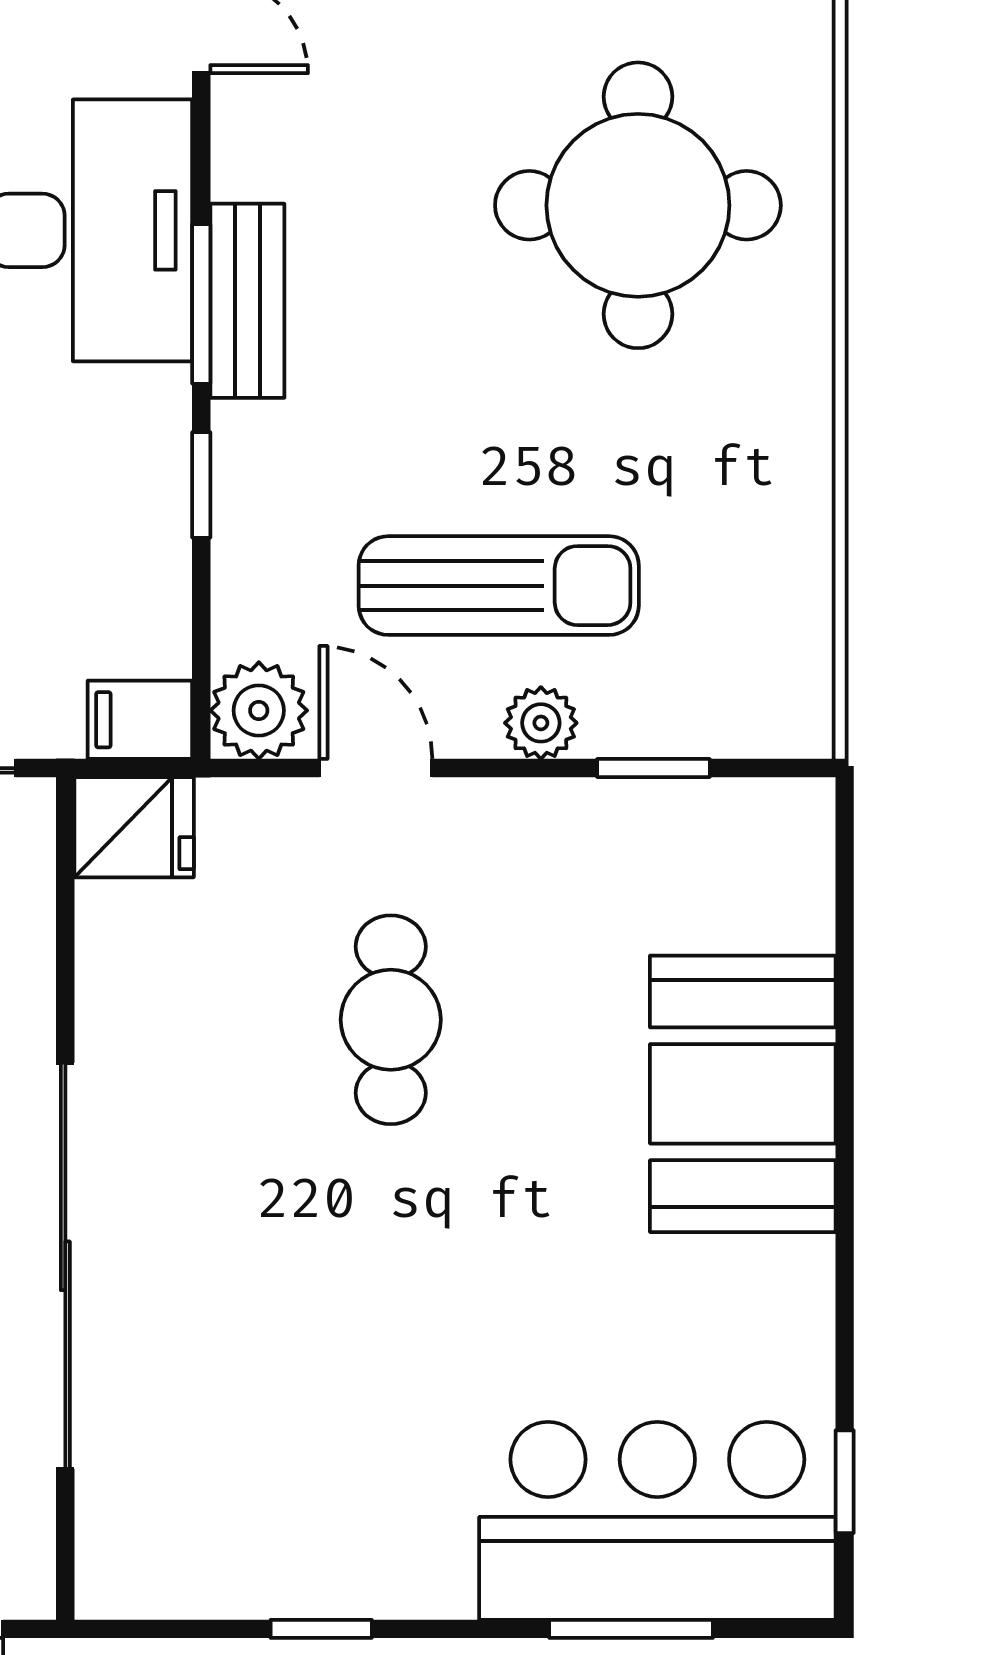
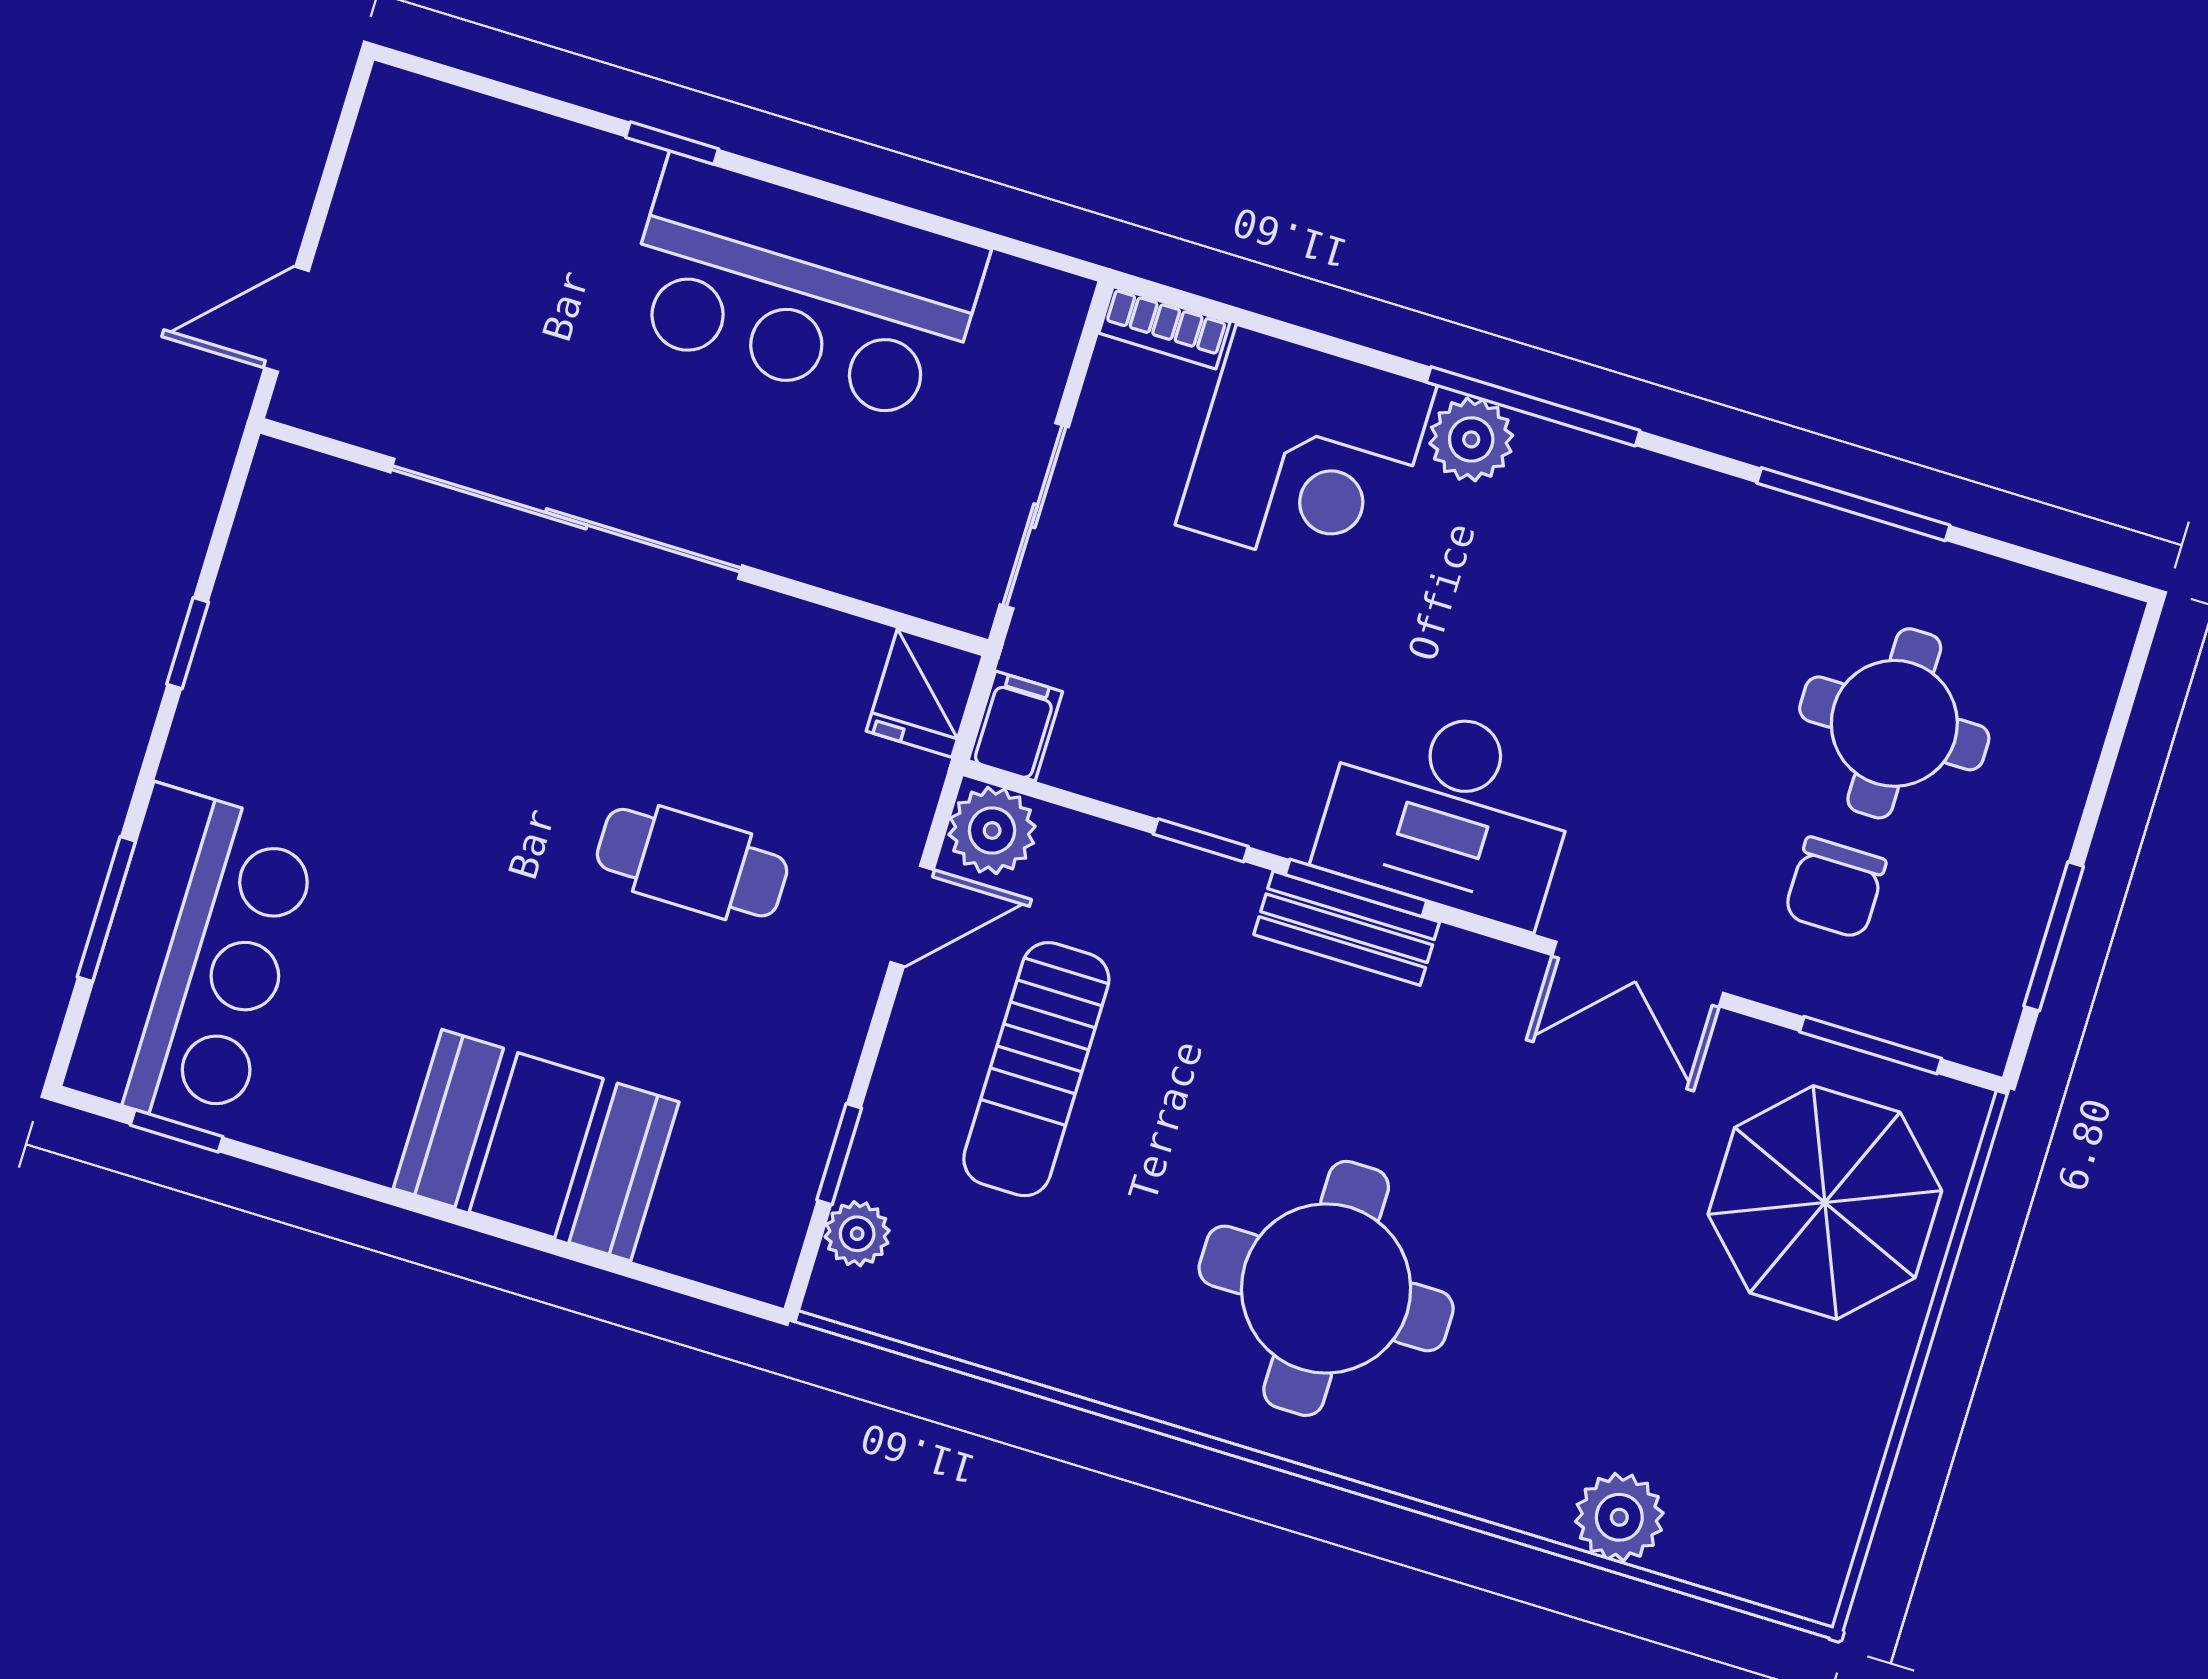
plant: (541, 723) -> (857, 1234), moved

